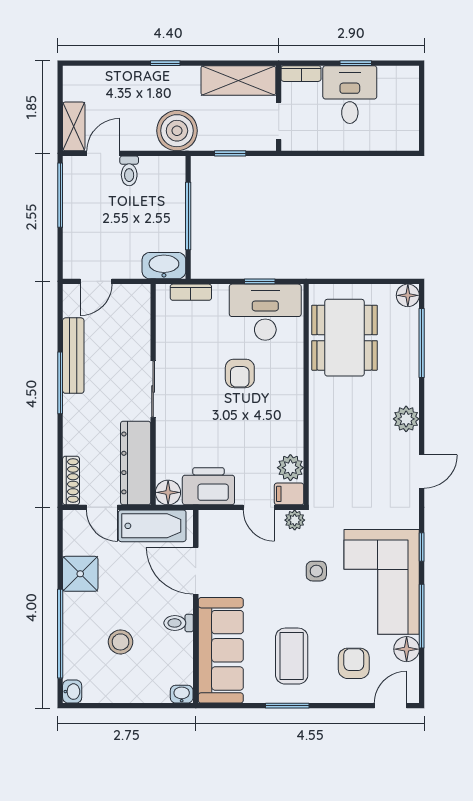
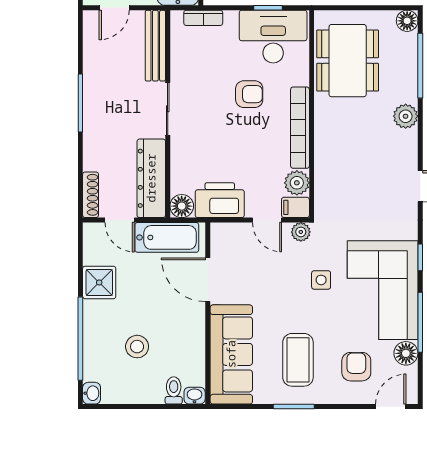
bench: (73, 356) -> (155, 46), moved
armchair: (240, 373) -> (249, 94), turned -90
bookcase: (294, 409) -> (300, 128), added
plant: (406, 419) -> (406, 116), moved
toilet: (179, 623) -> (174, 390), moved, turned 90

